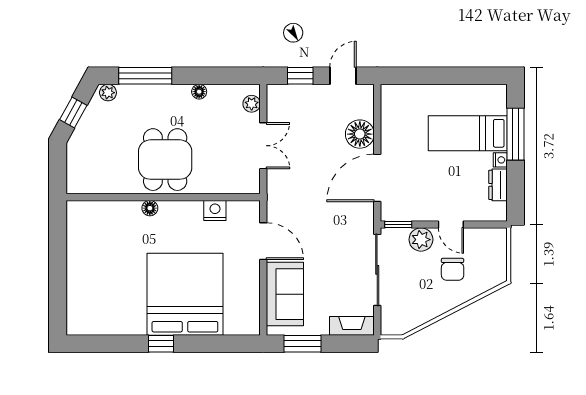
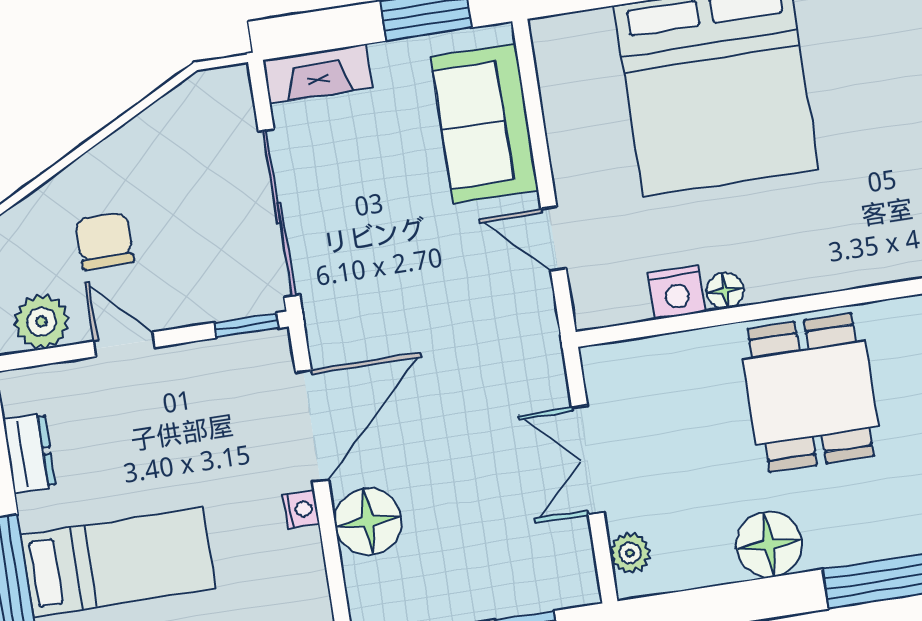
floor lamp: (199, 92) -> (769, 544), width x1.89, depth x1.89
nightstand: (500, 160) -> (301, 509), moved, turned 180
floor lamp: (150, 208) -> (725, 290), moved
plant: (421, 240) -> (41, 322), moved
door: (263, 241) -> (554, 239), width x0.73

